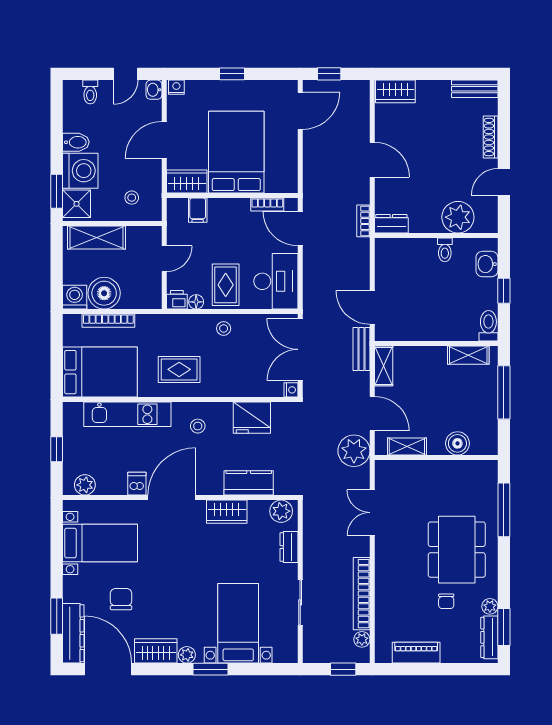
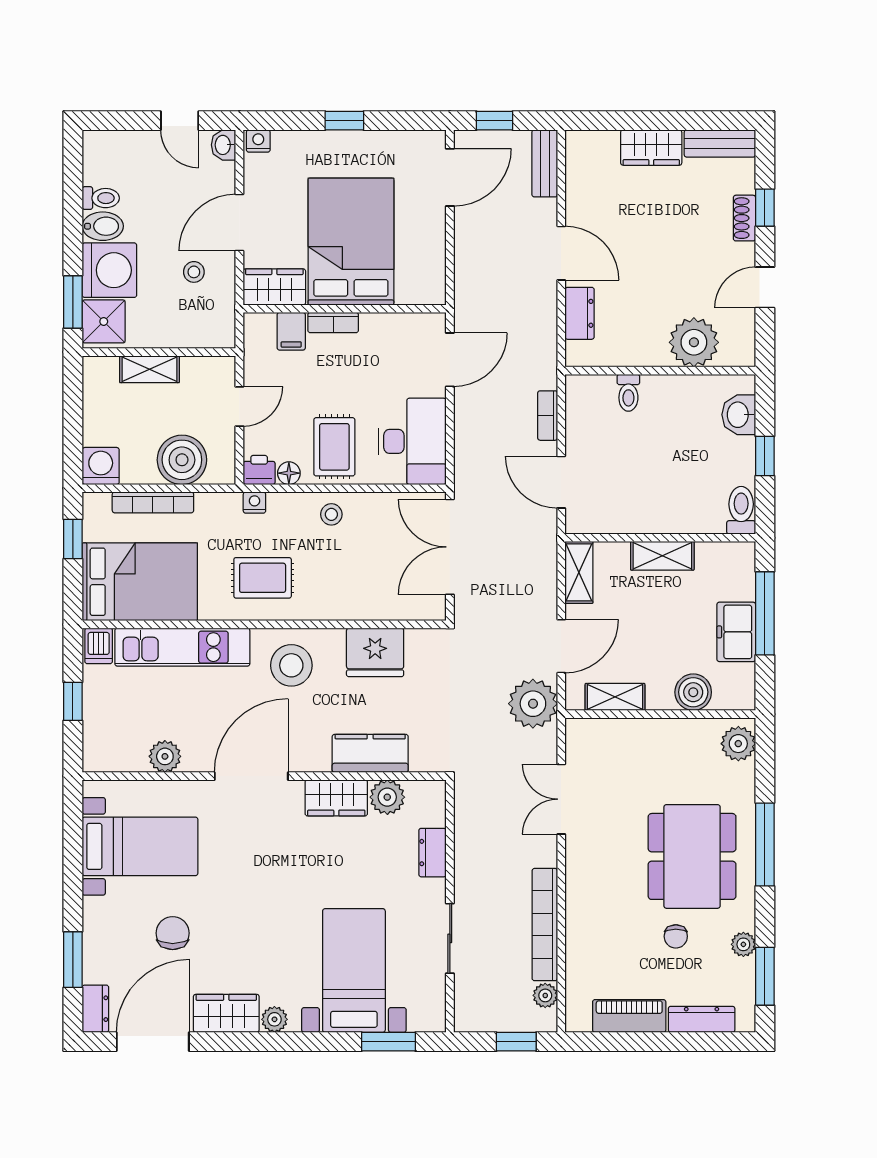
door: (126, 74) -> (180, 121), hinge flipped
wardrobe: (395, 91) -> (651, 148), moved
toilet: (90, 92) -> (101, 198), moved, turned -90
window: (504, 130) -> (765, 208), added
shoe rack: (491, 137) -> (744, 218), width x0.70
stool: (132, 198) -> (194, 272), moved
bookcase: (267, 205) -> (333, 323), moved
bookcase: (363, 221) -> (548, 416), moved
dresser: (391, 224) -> (580, 313), moved, turned 90
door: (300, 229) -> (450, 360), swing flipped
shelving: (96, 238) -> (150, 369), width x0.67, depth x0.75
toilet: (445, 250) -> (628, 393), moved
boiler: (104, 293) -> (182, 460), moved
window: (57, 344) -> (73, 539), added
bench: (362, 349) -> (545, 163), moved
shelving: (468, 355) -> (662, 556), moved
nightstand: (291, 390) -> (254, 503), moved, turned -90
freezer: (485, 404) -> (736, 632), added
door: (372, 414) -> (561, 646), hinge flipped
stool: (198, 426) -> (291, 665), width x1.89, depth x1.89
plant: (487, 477) -> (738, 744), added
dishwasher: (137, 484) -> (99, 646), moved, turned 180
plant: (85, 485) -> (165, 756), moved
window: (504, 510) -> (765, 845), moved
plant: (281, 511) -> (387, 797), moved
dresser: (73, 633) -> (95, 1009), width x0.51, depth x0.80
dresser: (489, 637) -> (702, 1019), moved, turned 90
door: (108, 669) -> (153, 1042), hinge flipped
window: (210, 669) -> (389, 1042), moved

